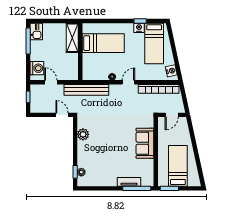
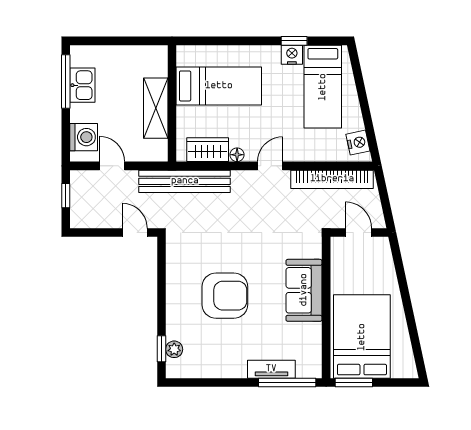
kitchen sink: (36, 32) -> (82, 85), moved
shelving: (72, 38) -> (156, 108), moved
wardrobe: (98, 74) -> (208, 150), added
door: (172, 115) -> (359, 233), swing flipped
plant: (83, 134) -> (178, 272), removed
armchair: (106, 146) -> (225, 296), added
bed: (178, 166) -> (362, 337), width x1.50

